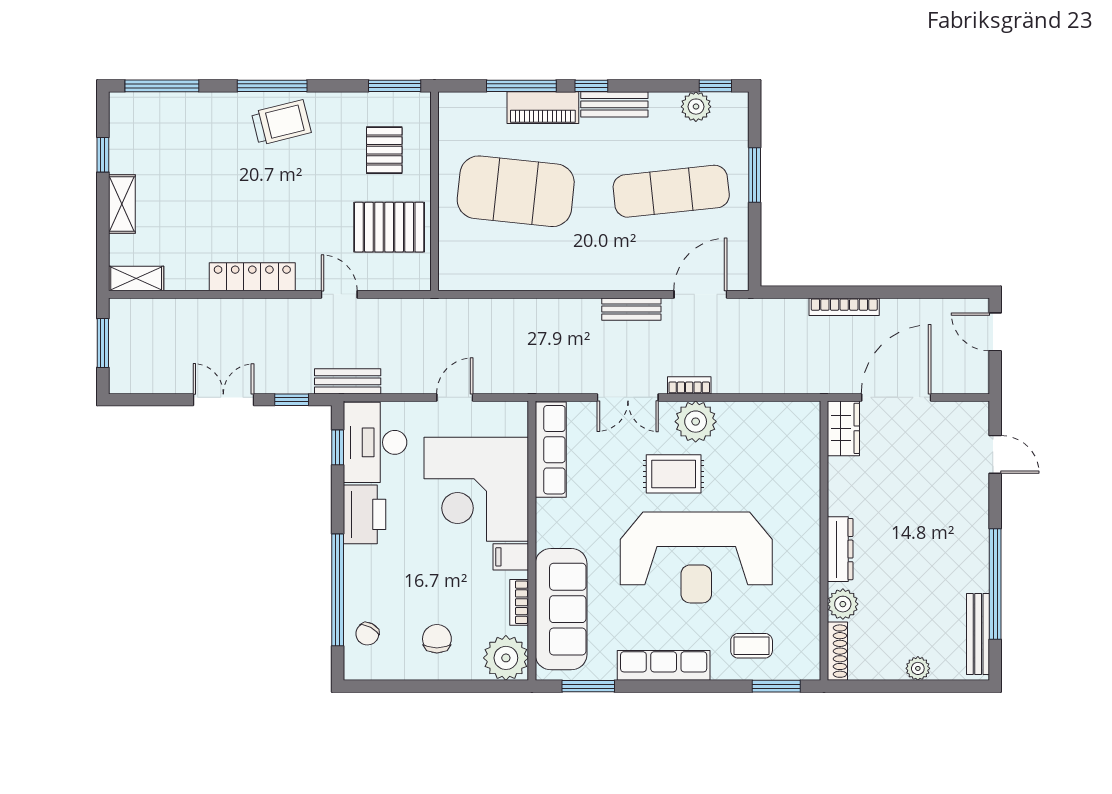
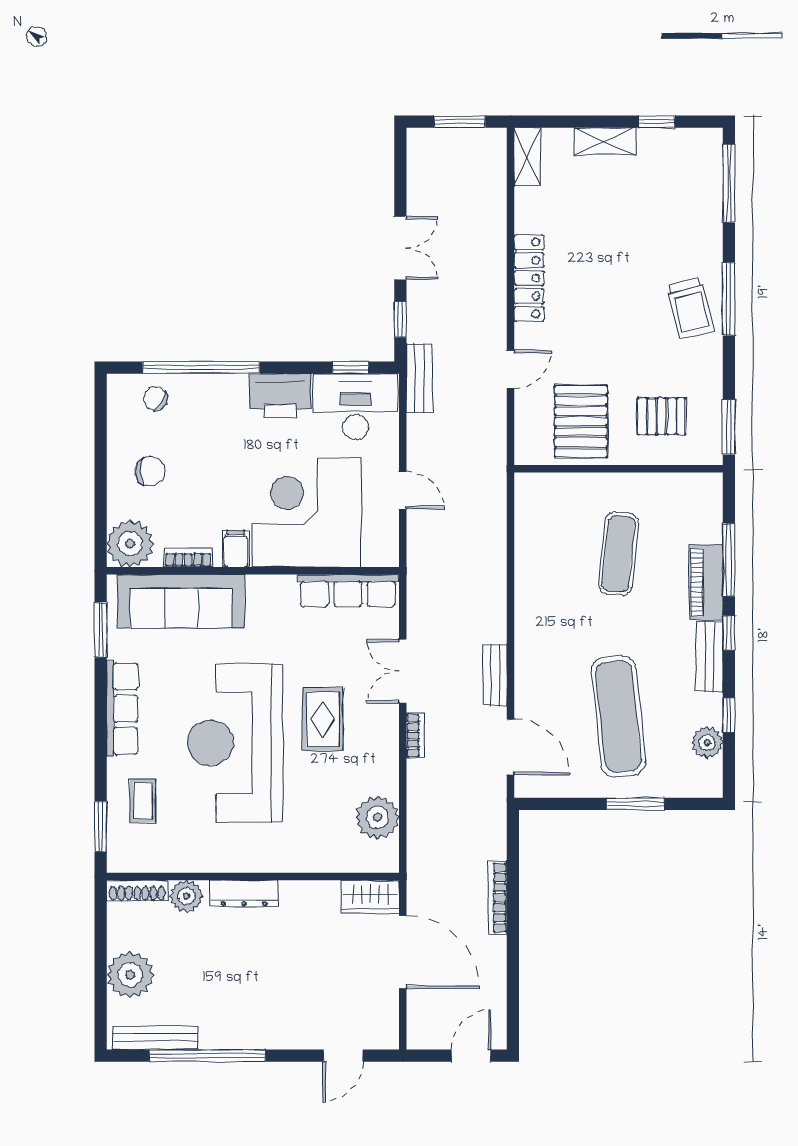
window: (715, 86) -> (729, 715), moved
exercise mat: (516, 191) -> (618, 554), width x0.50, depth x0.69
plant: (696, 422) -> (377, 817), moved
plant: (918, 668) -> (130, 975), width x1.87, depth x1.87

